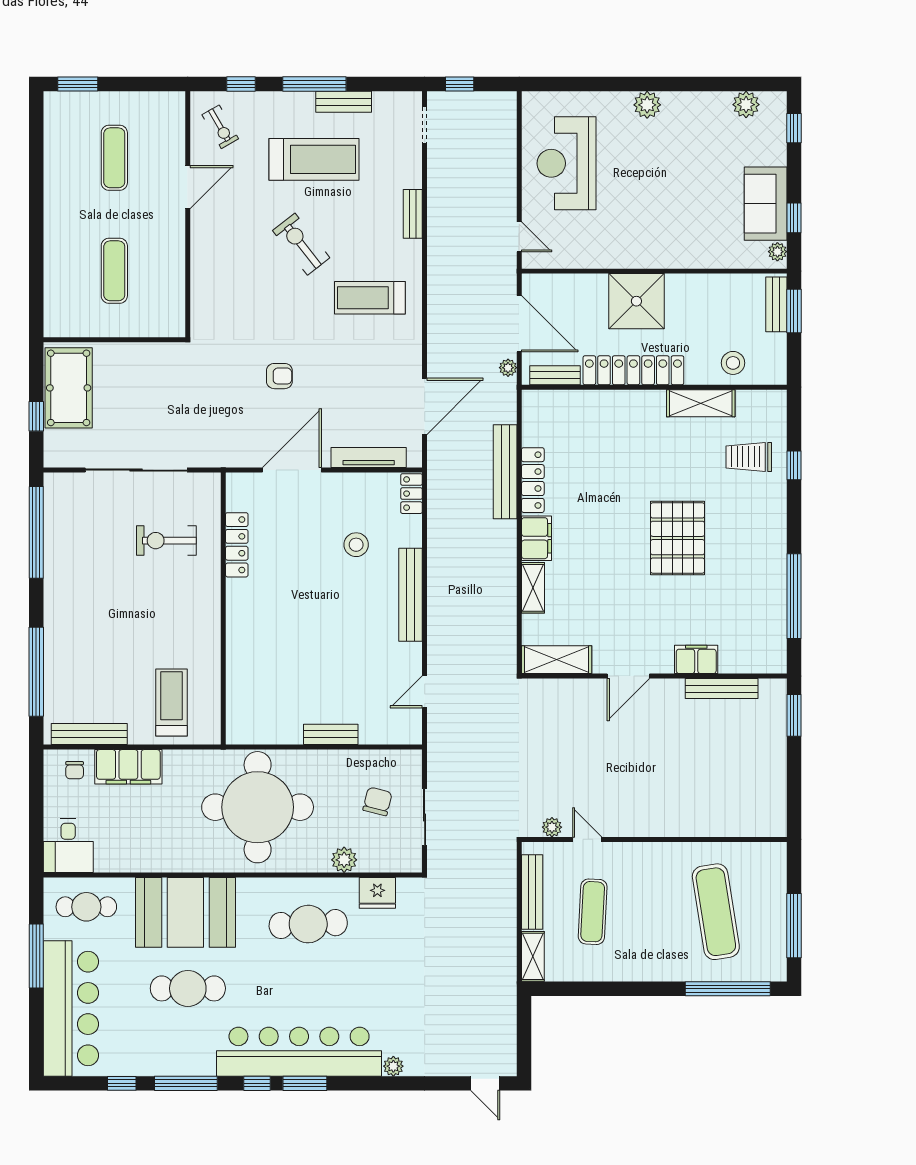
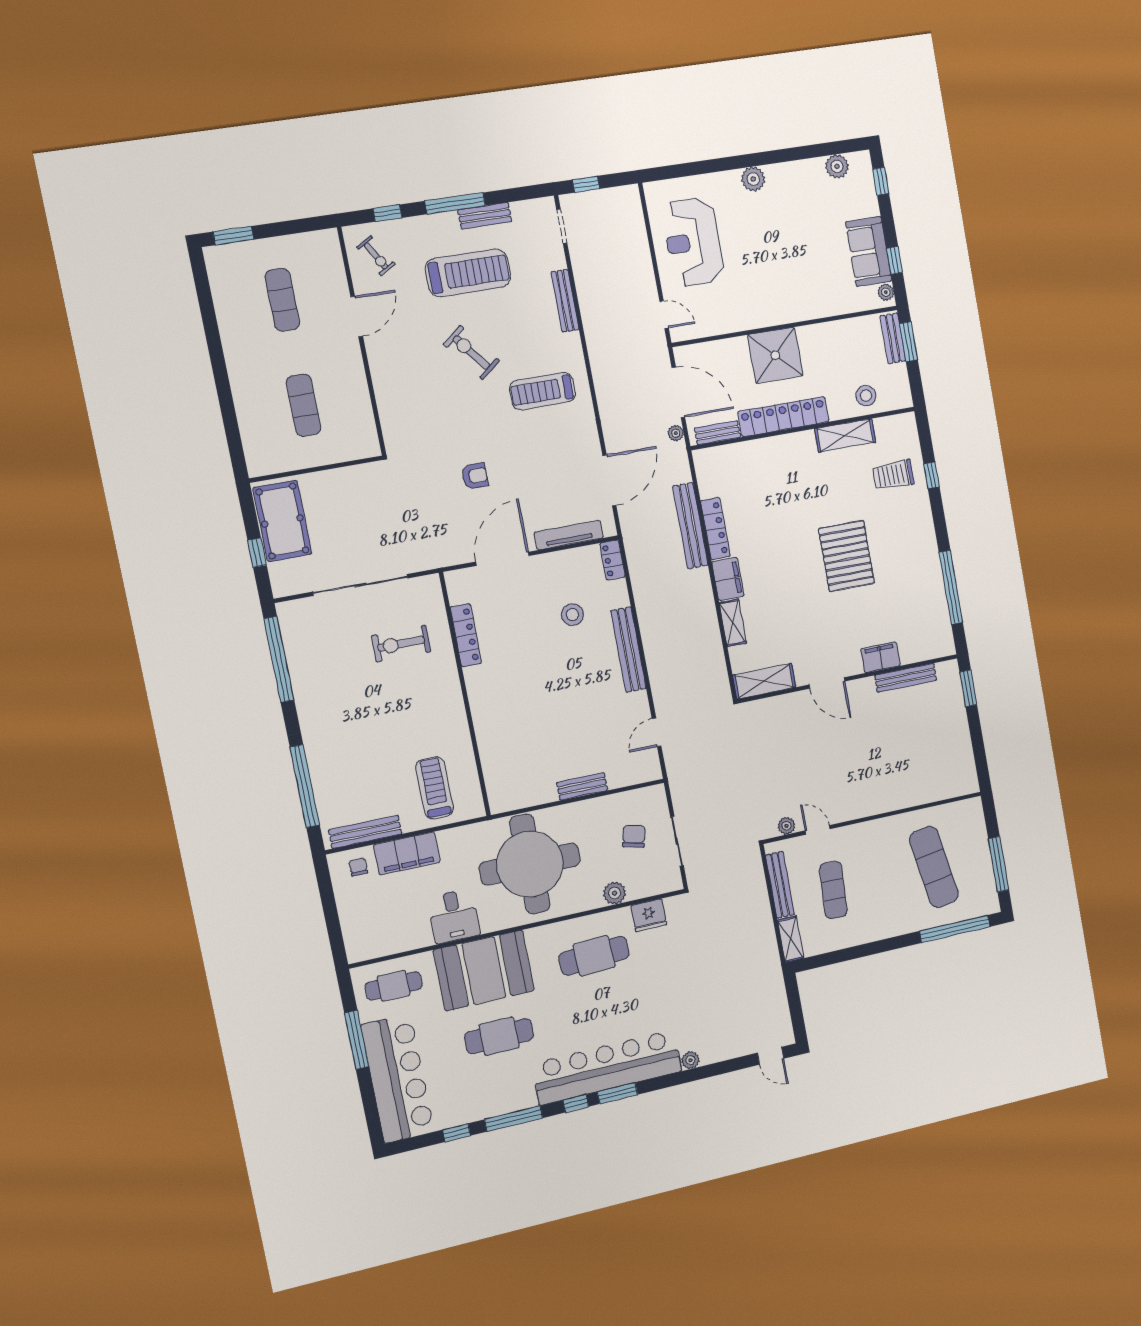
bench: (413, 214) -> (565, 301), width x1.36
door: (628, 676) -> (827, 683), hinge flipped
chair: (75, 770) -> (358, 867), turned 180
desk: (68, 846) -> (454, 916), moved

